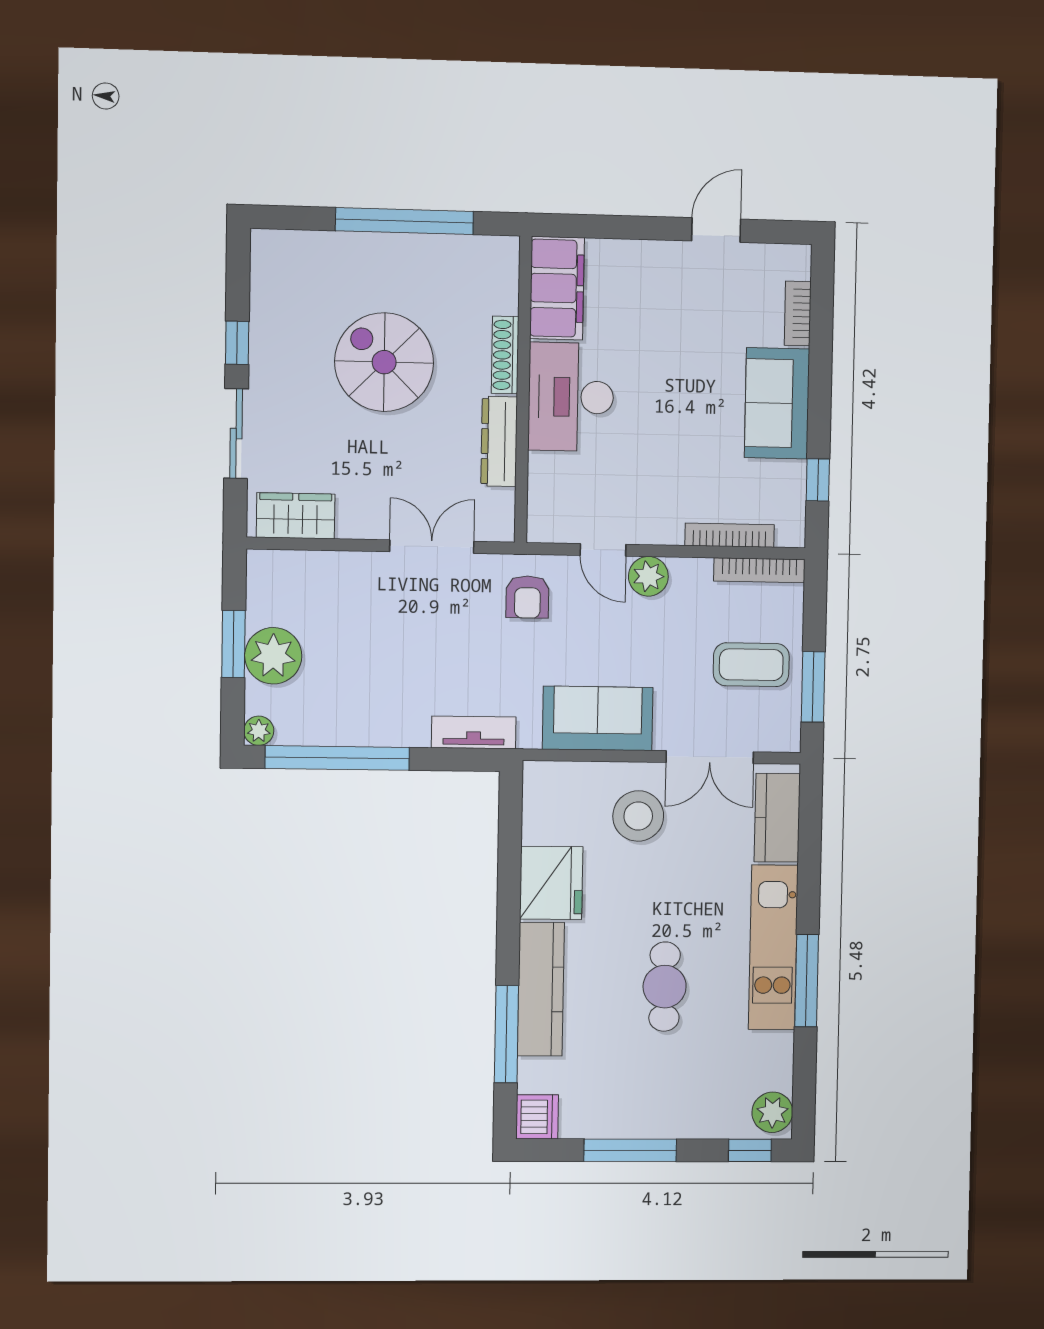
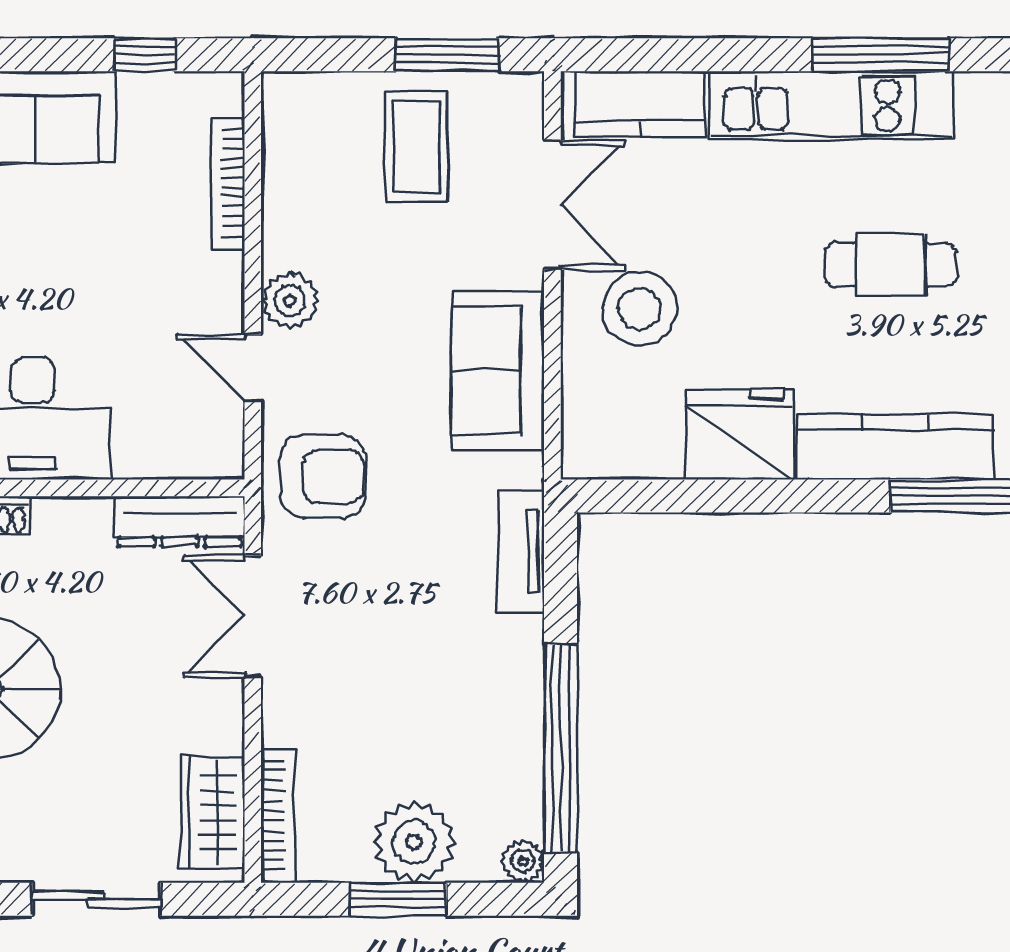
dresser: (499, 441) -> (180, 521), moved
door: (603, 550) -> (253, 368), swing flipped
bookcase: (759, 570) -> (278, 816), moved
armchair: (527, 597) -> (323, 476), width x1.38, depth x1.38

